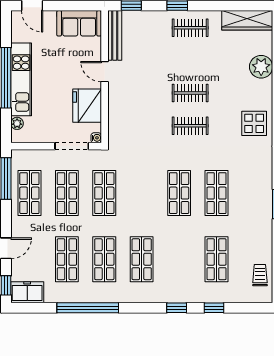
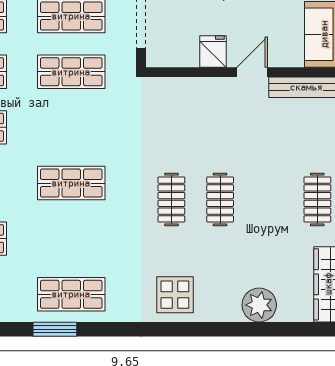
fridge: (87, 106) -> (213, 51), width x0.53, depth x0.75
water cooler: (96, 138) -> (153, 60), removed
shop shelf: (216, 193) -> (71, 294), moved

